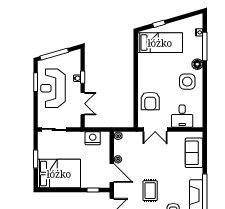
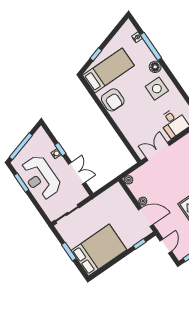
armchair: (150, 101) -> (113, 100), moved
double door: (155, 129) -> (158, 151), swing flipped
nightstand: (93, 138) -> (107, 198), removed

